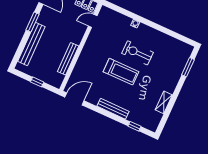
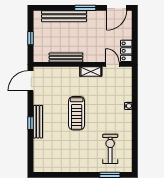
exercise bike: (138, 53) -> (110, 149), moved
door: (74, 99) -> (31, 81), swing flipped
shelving: (164, 102) -> (91, 72), moved
window: (134, 126) -> (31, 123), moved

